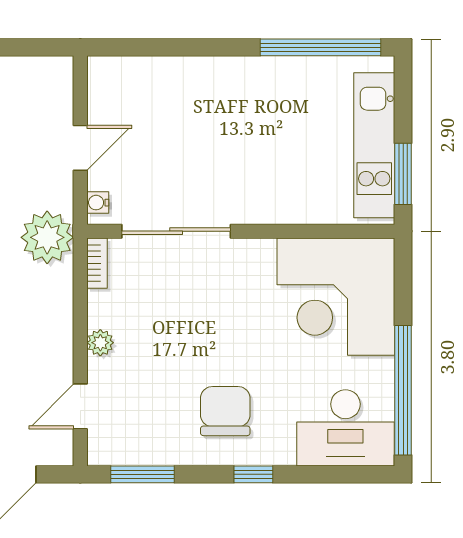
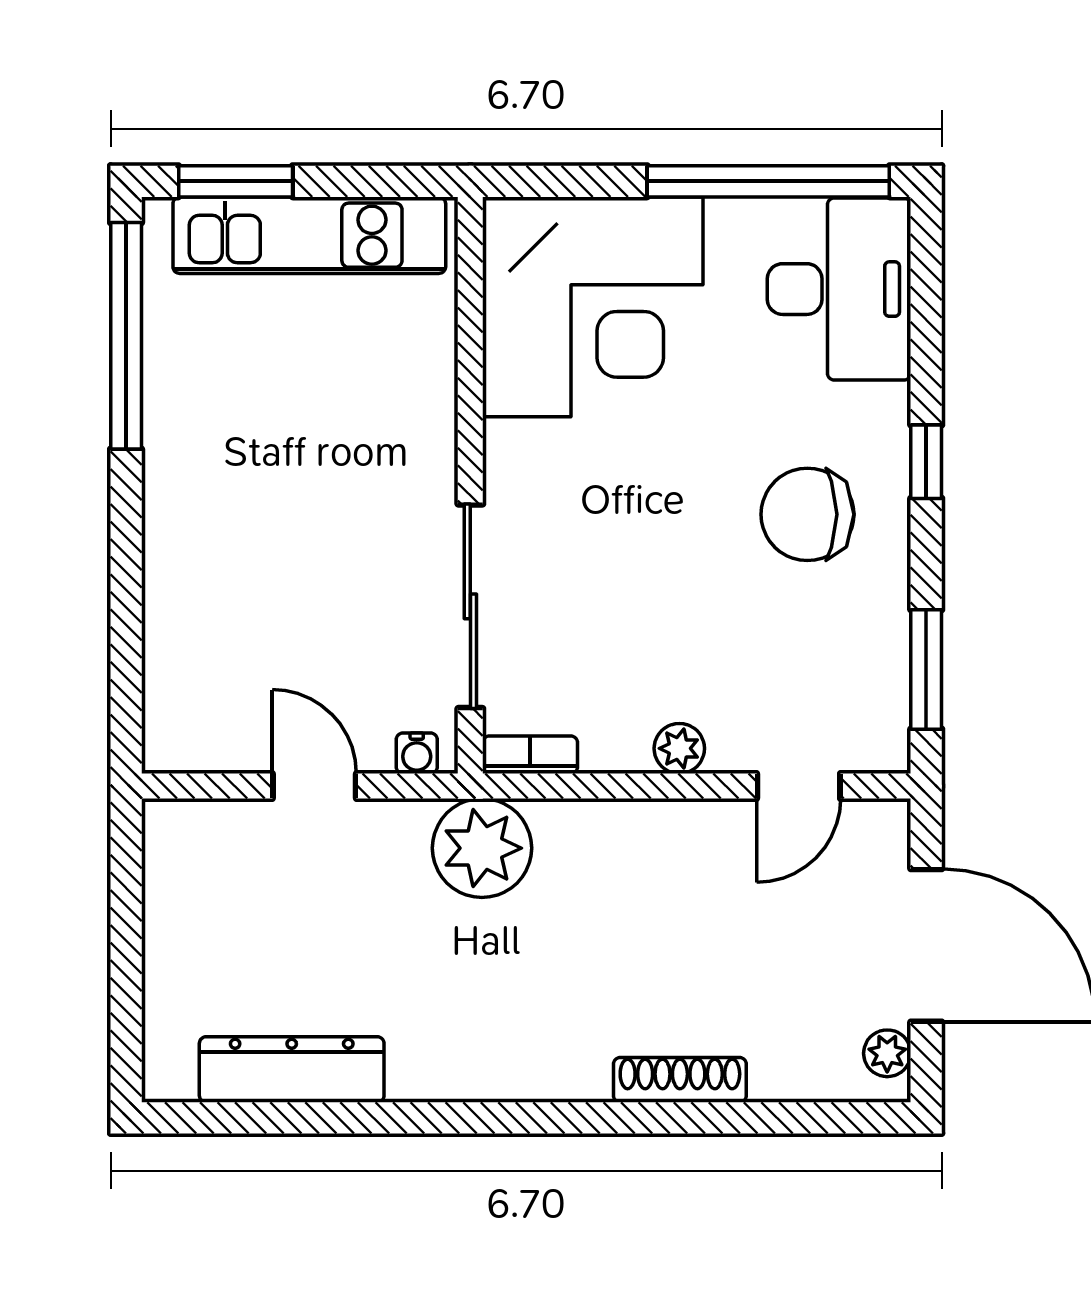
window: (403, 174) -> (236, 181), moved
door: (80, 406) -> (799, 786), hinge flipped

